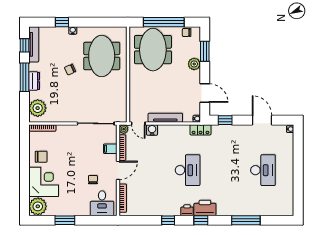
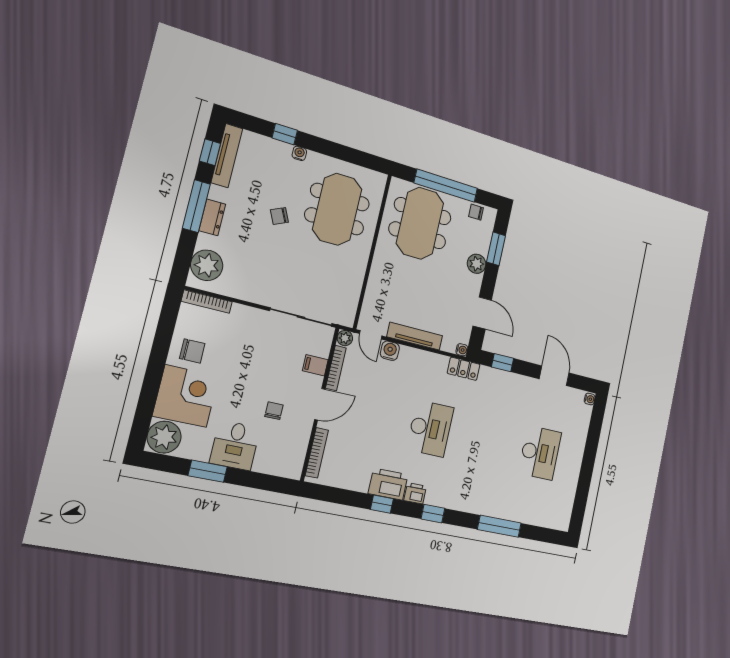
desk: (102, 203) -> (235, 445), moved
printer: (205, 208) -> (388, 484), moved

